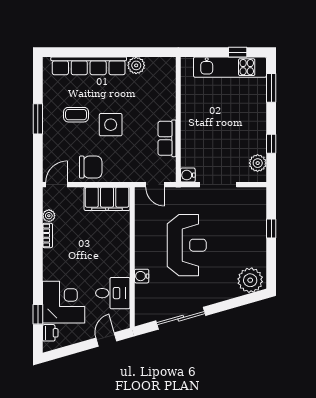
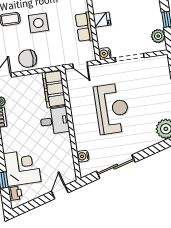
fridge: (191, 132) -> (102, 20), added
chair: (91, 167) -> (28, 59), turned 180
filing cabinet: (107, 199) -> (54, 89), moved, turned 90
water cooler: (142, 276) -> (83, 156), moved
desk: (113, 293) -> (55, 121), moved

